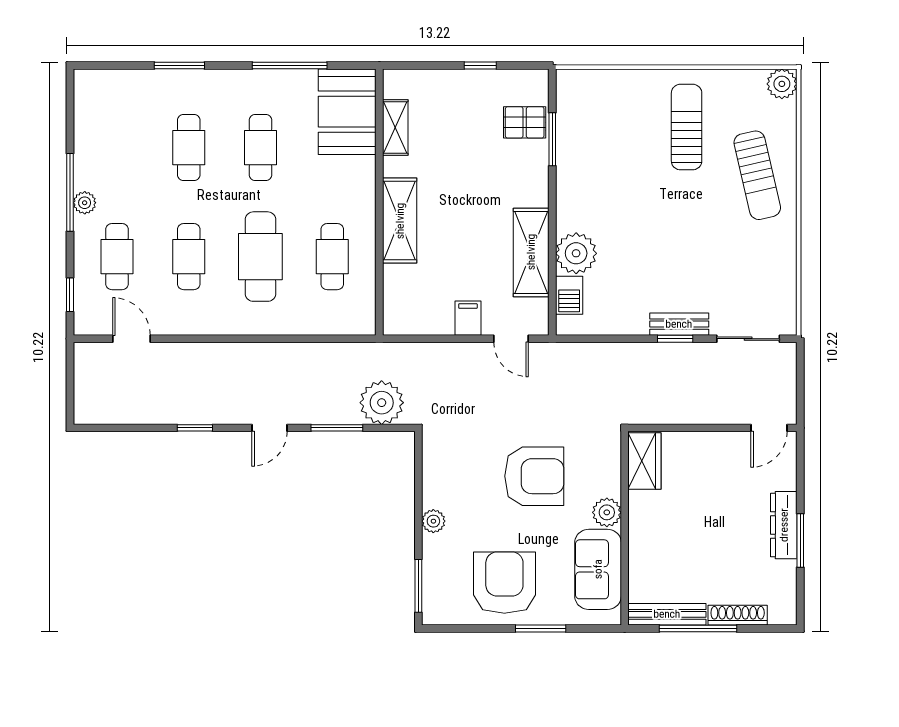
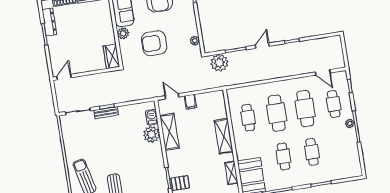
cafe table: (189, 257) -> (305, 109), width x1.37, depth x1.35
plant: (433, 521) -> (195, 41), moved
dresser: (784, 525) -> (49, 22), moved

